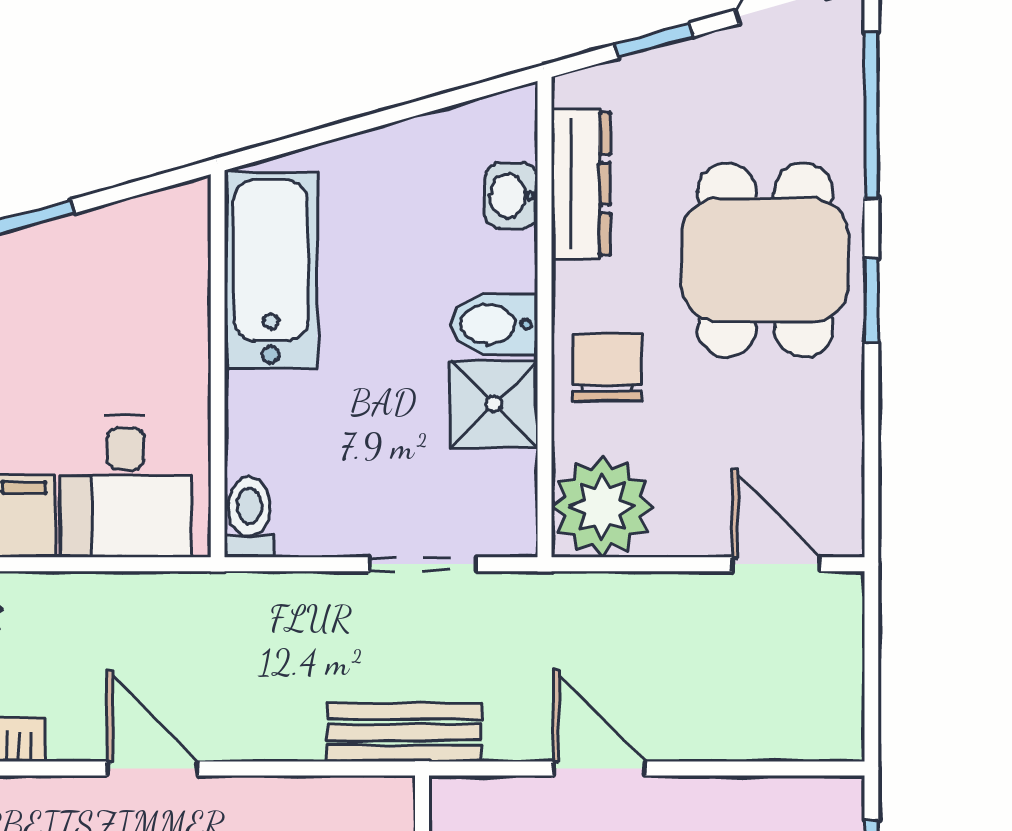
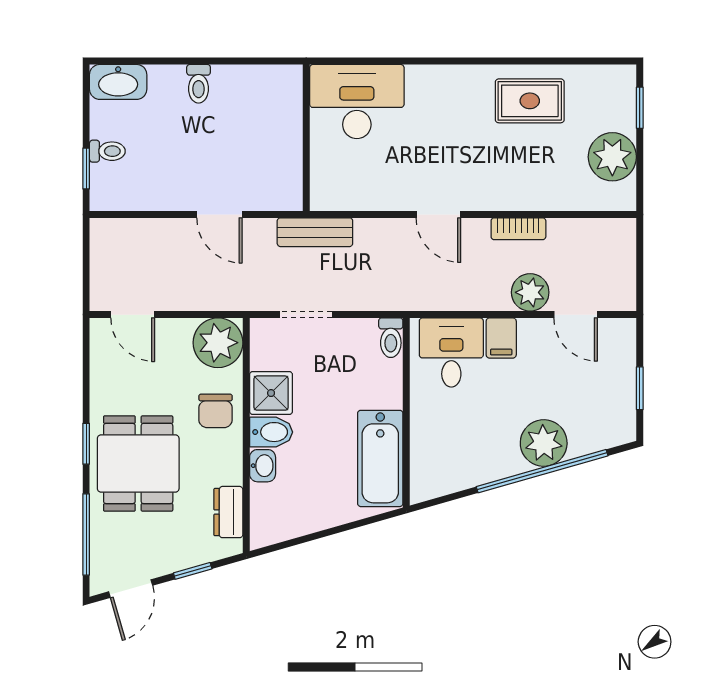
dresser: (581, 184) -> (228, 512), width x0.70
washbasin: (511, 196) -> (263, 466), moved

